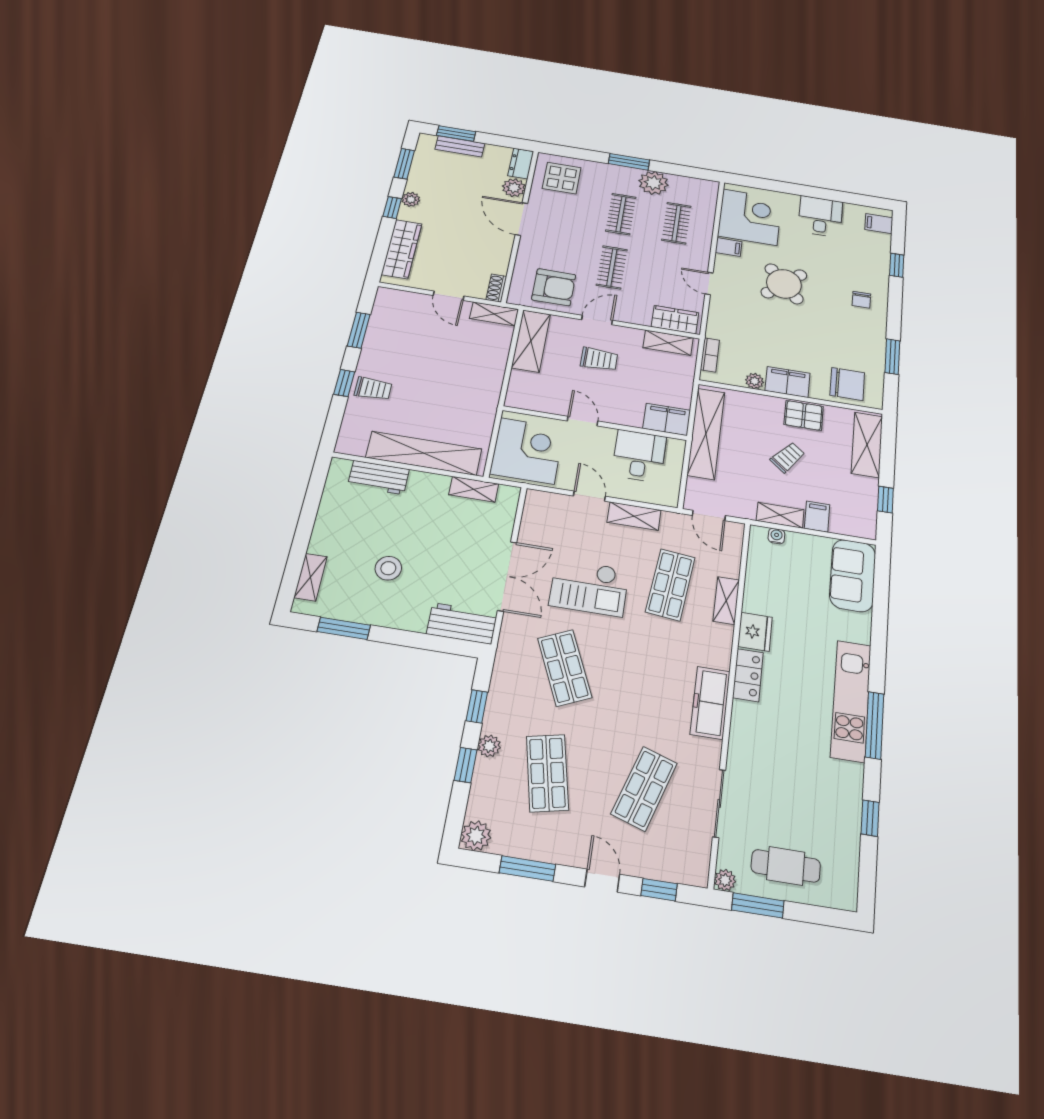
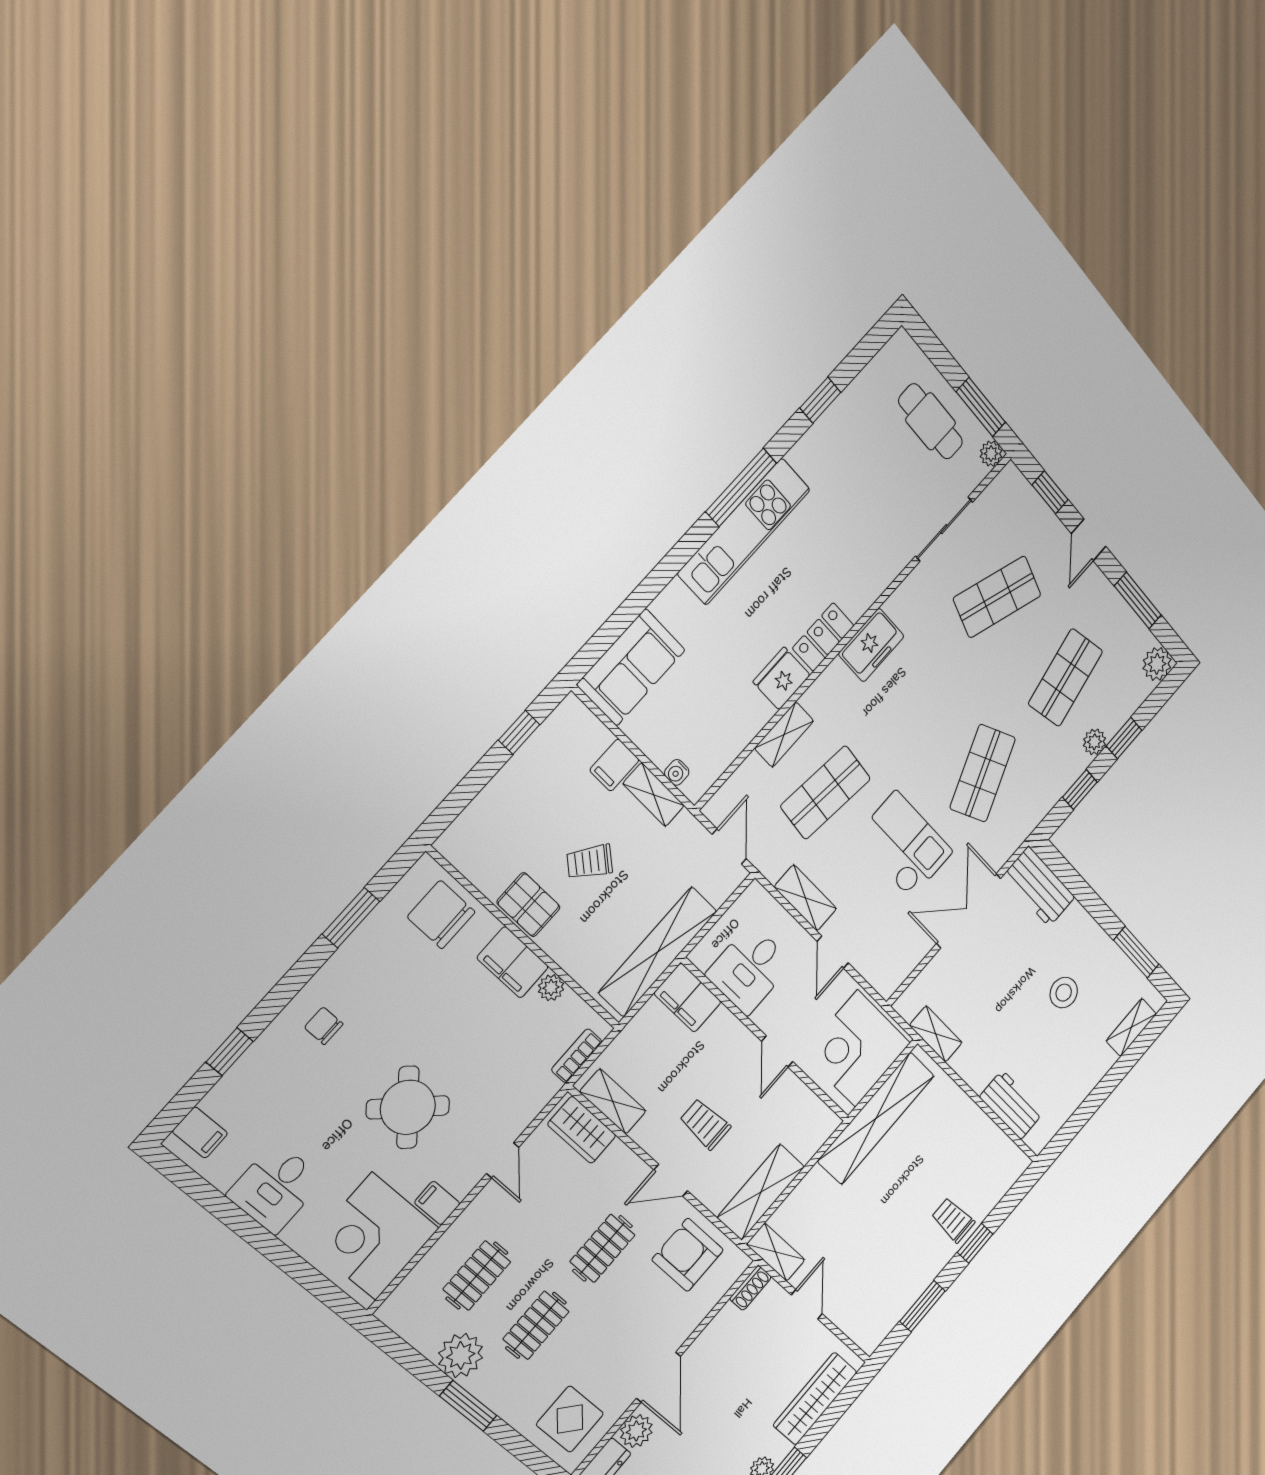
chair: (861, 300) -> (324, 1026), turned -90
shelving: (867, 445) -> (483, 817), removed
shelving: (424, 453) -> (876, 1118), moved, turned 90
freezer: (710, 703) -> (871, 645), width x0.71

